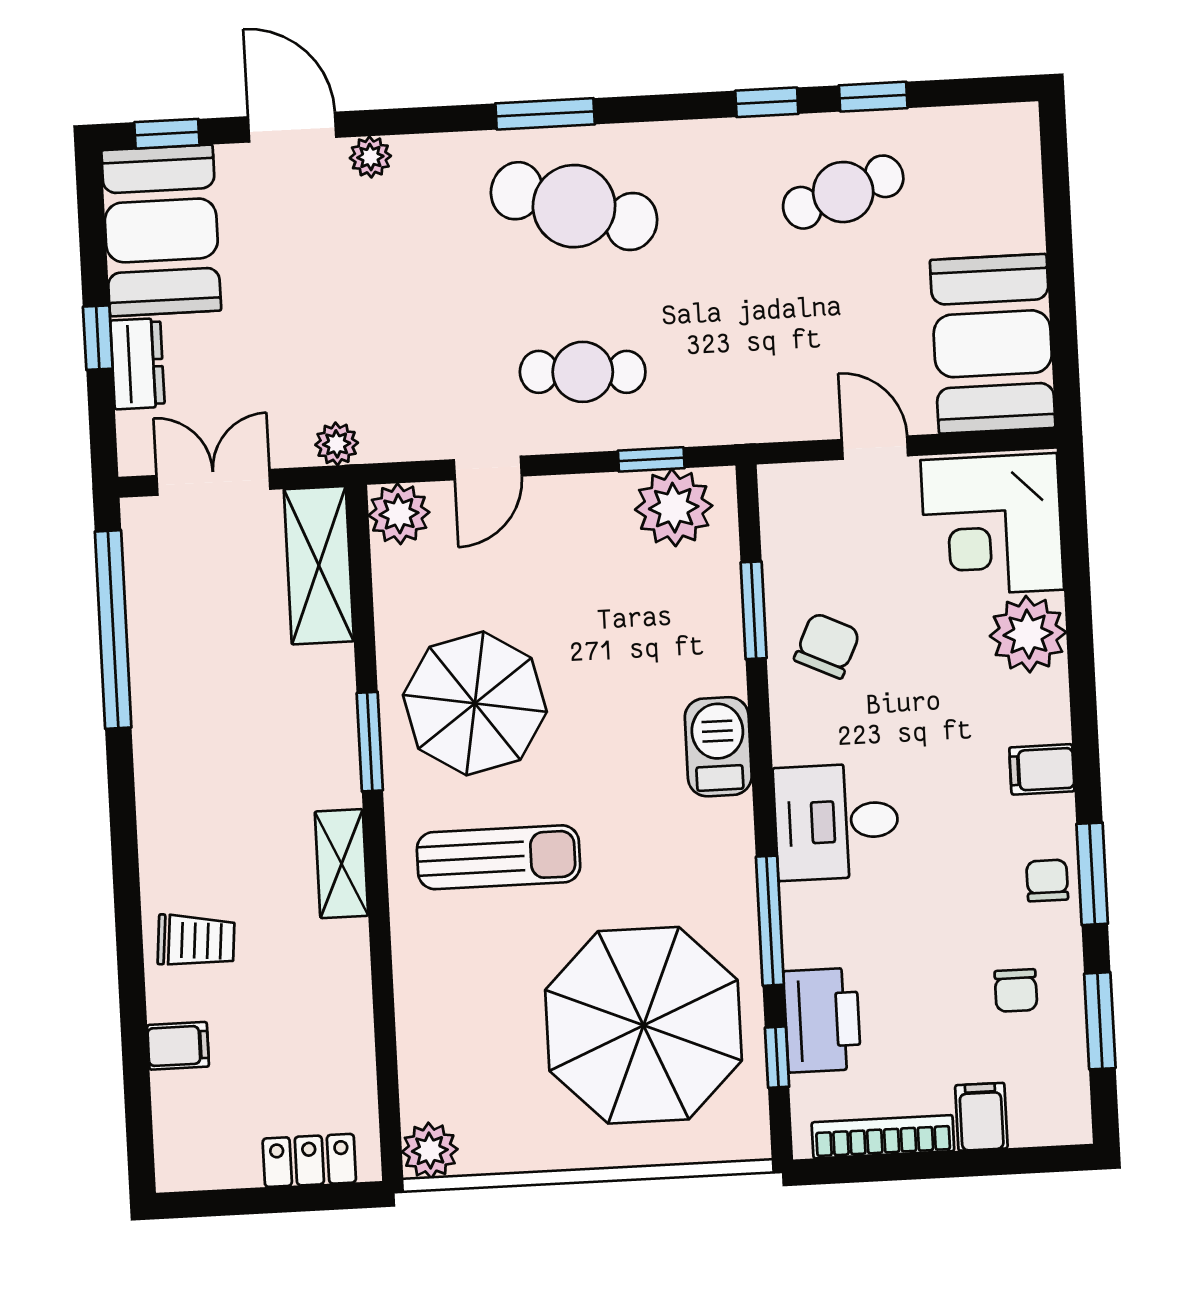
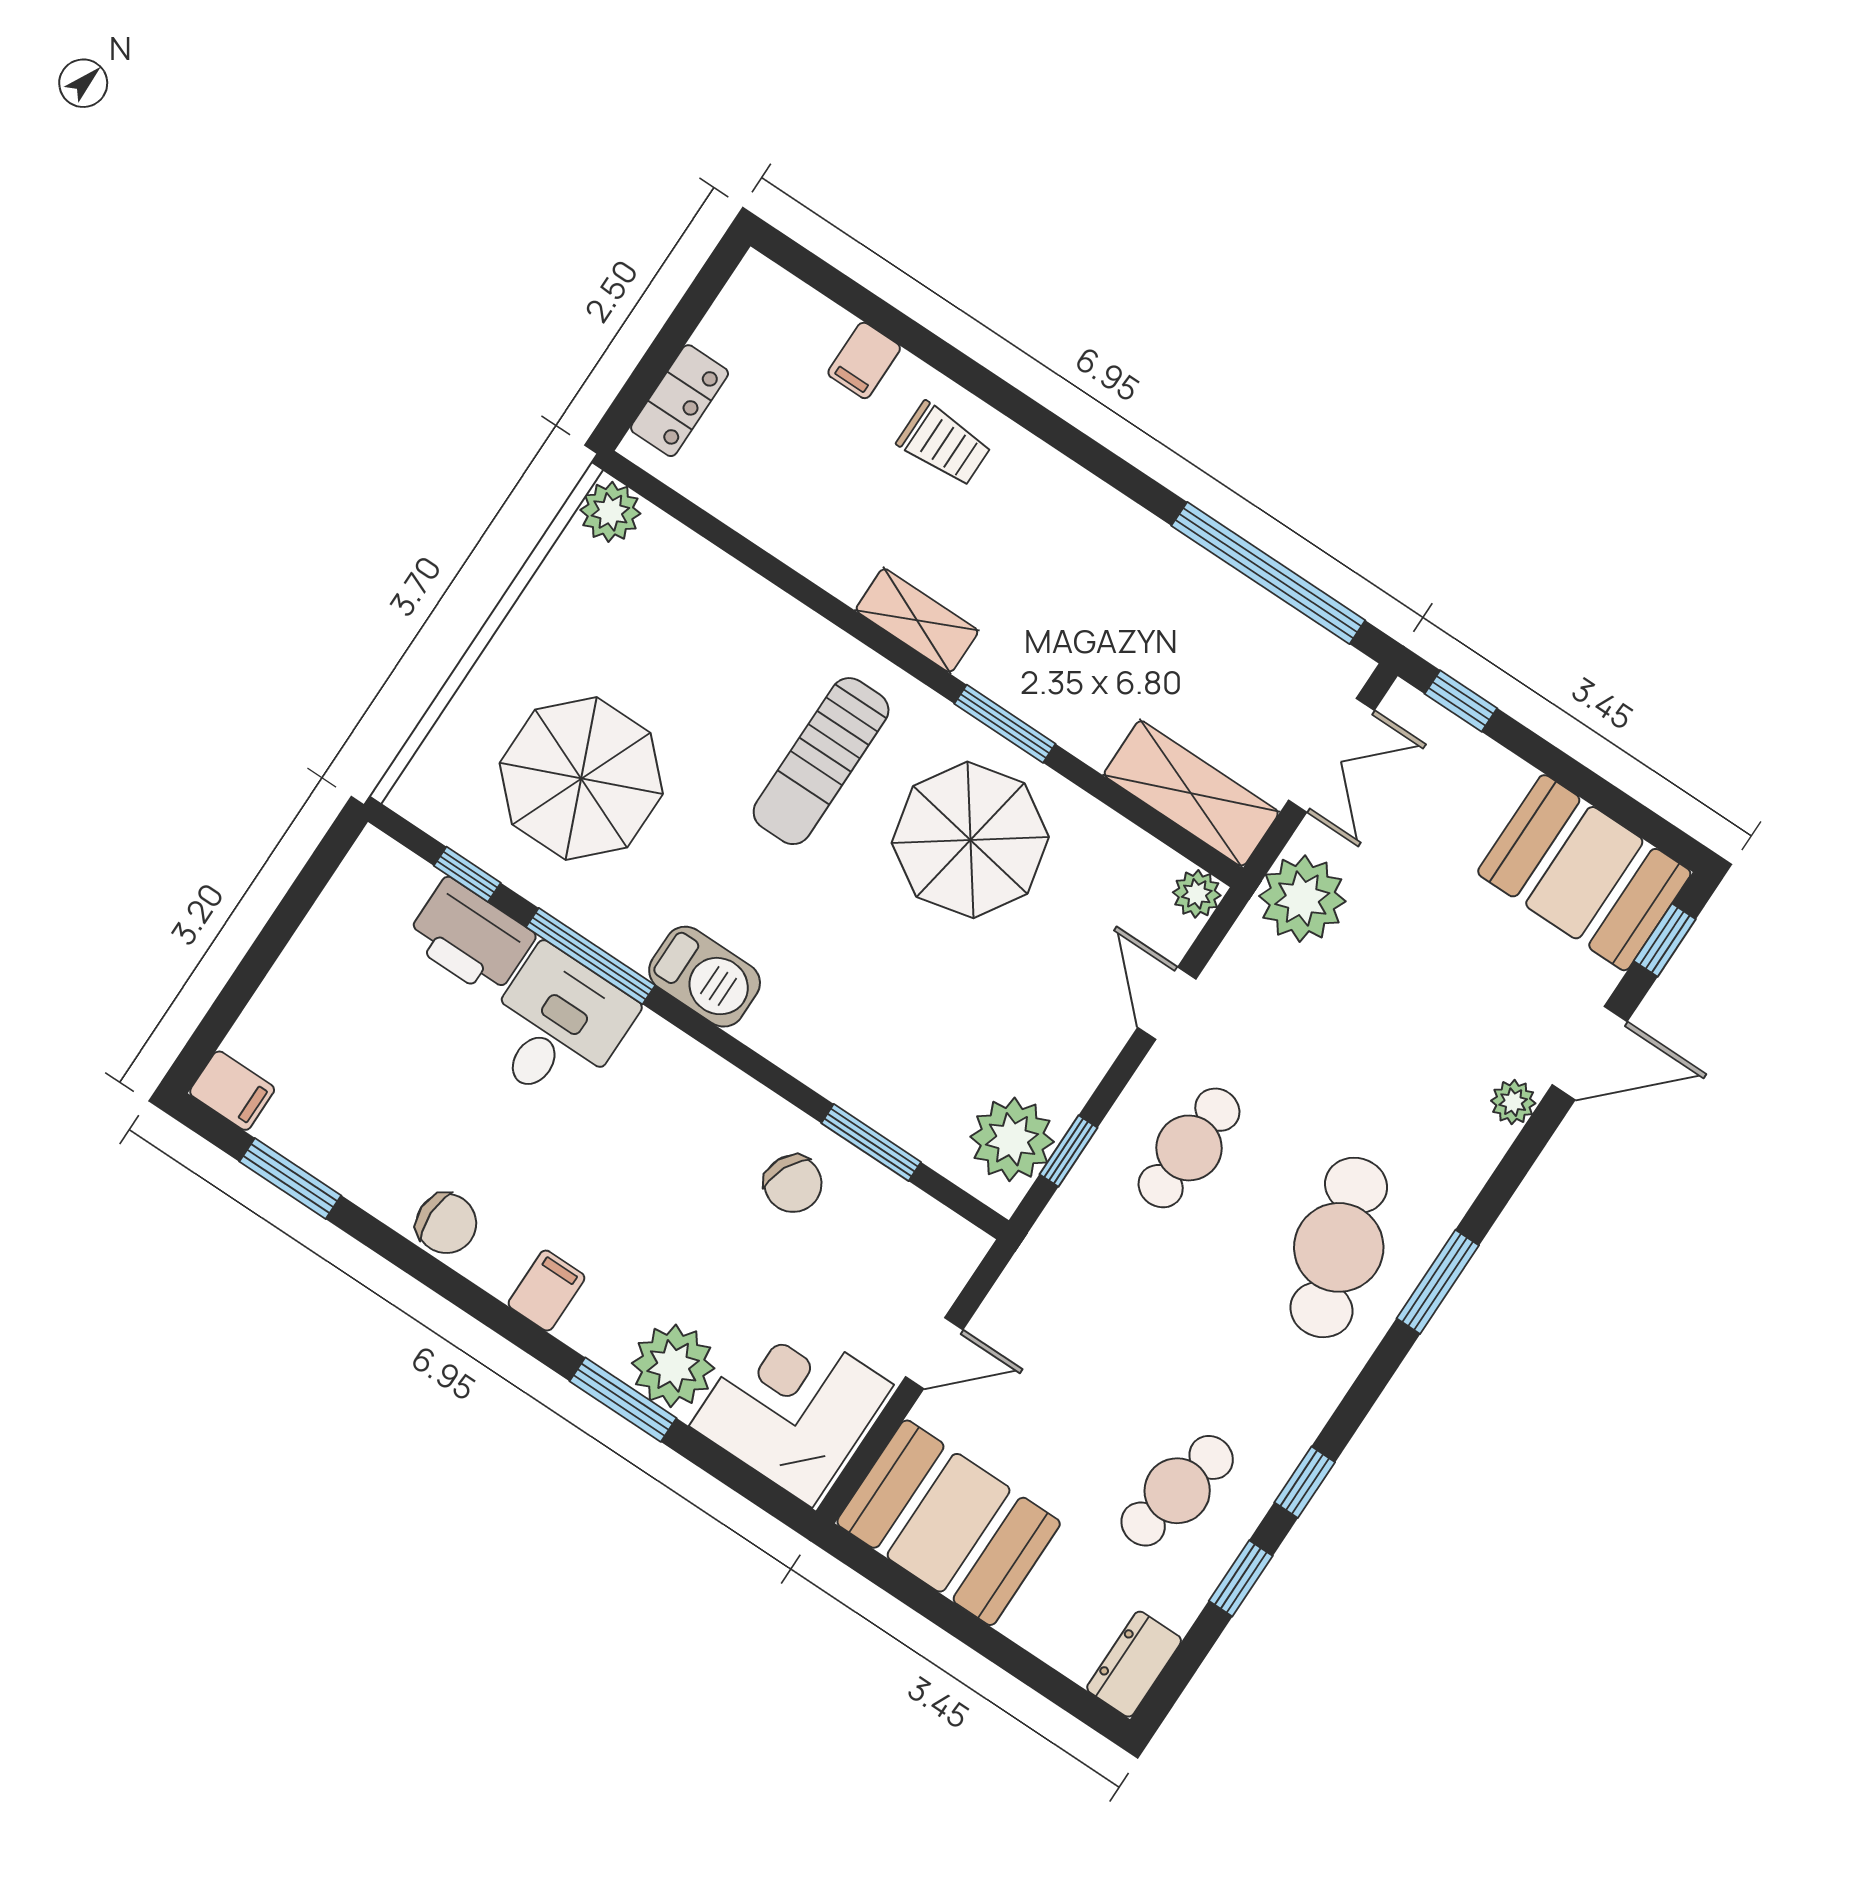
cafe table: (843, 192) -> (1177, 1491), turned 30
cafe table: (574, 206) -> (1339, 1247), turned -36
window: (98, 338) -> (1461, 701), moved
dresser: (137, 364) -> (1134, 1664), moved, turned 90
plant: (337, 444) -> (1302, 899), width x1.87, depth x1.87
plant: (399, 514) -> (1197, 894), width x0.73, depth x0.73
barbecue: (718, 747) -> (705, 977), moved
desk: (836, 822) -> (556, 1027), moved
window: (1092, 874) -> (623, 1400), moved
chair: (1047, 880) -> (446, 1223), width x1.37, depth x1.37
trolley: (196, 941) -> (944, 444), turned -95
chair: (1016, 990) -> (371, 1125), removed
parasol: (643, 1025) -> (581, 779), width x0.73, depth x0.73
filing cabinet: (981, 1117) -> (232, 1091), moved
bookcase: (883, 1137) -> (330, 915), removed

